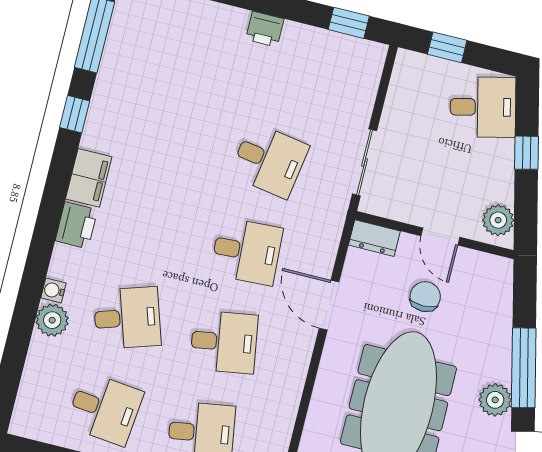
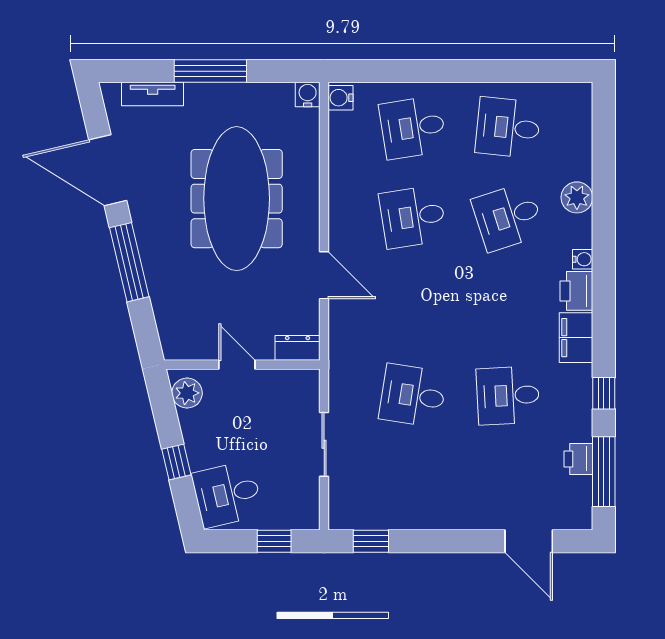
printer: (265, 29) -> (578, 459), moved, turned -90
sliding door: (365, 162) -> (324, 444), moved
desk: (247, 251) -> (508, 396), moved
water cooler: (53, 290) -> (583, 259), moved
chair: (425, 297) -> (237, 305), removed
plant: (495, 400) -> (148, 226), removed

